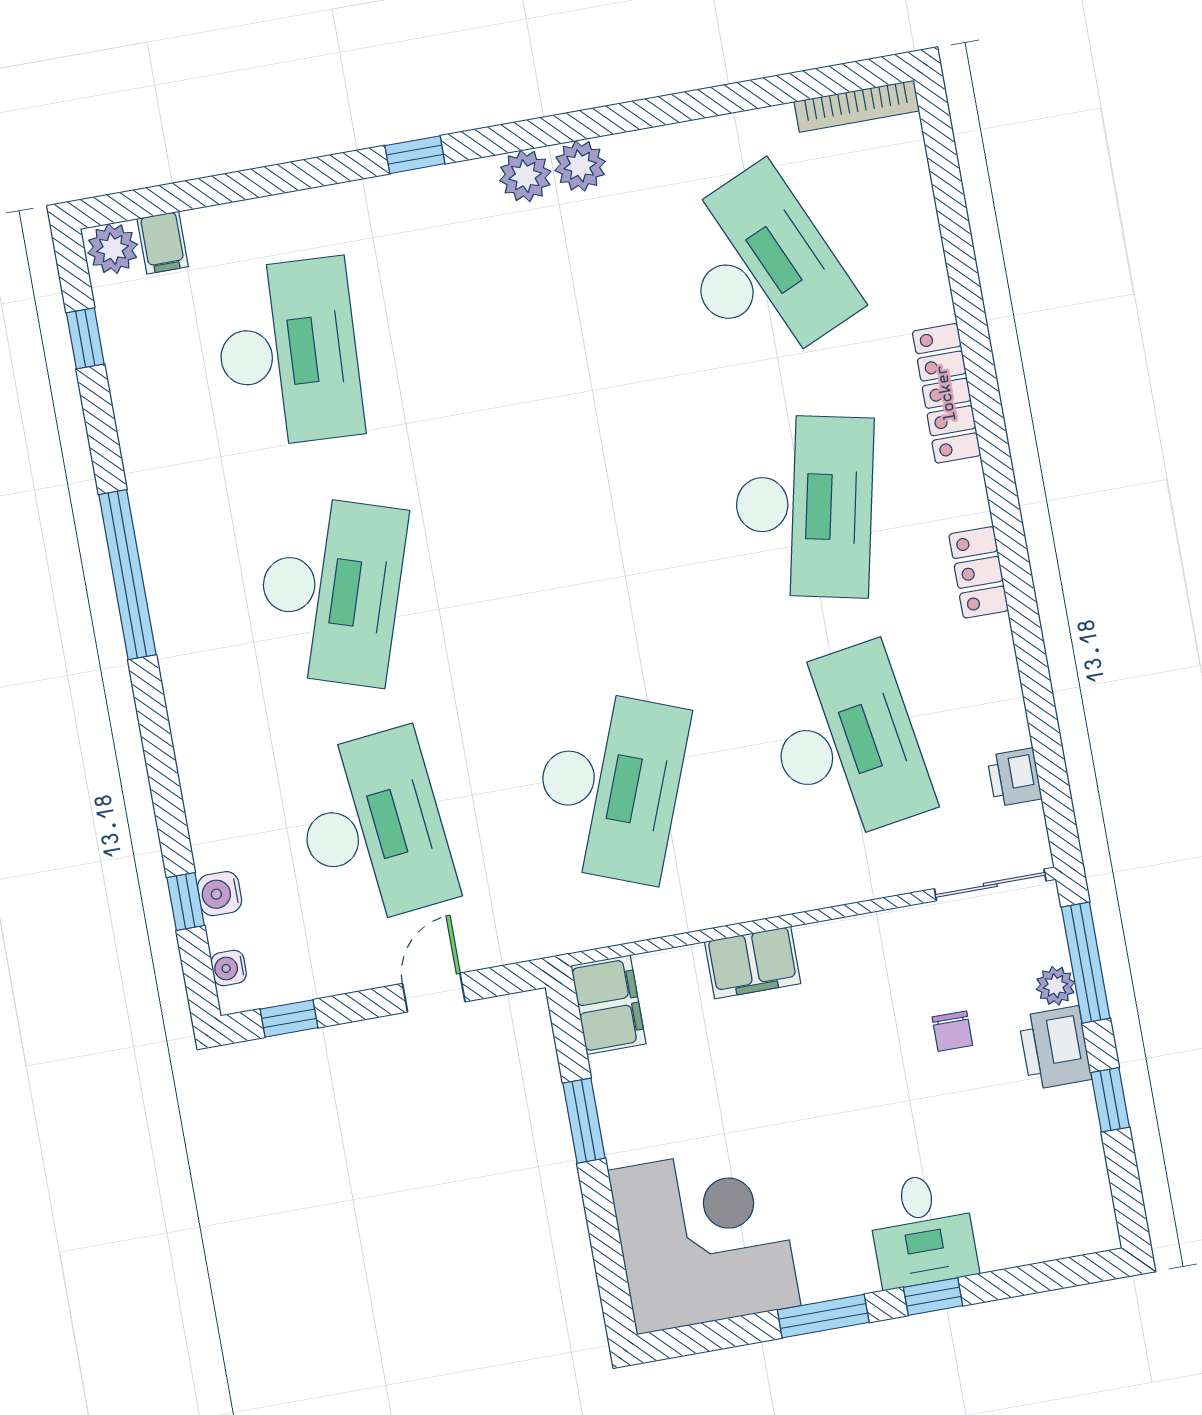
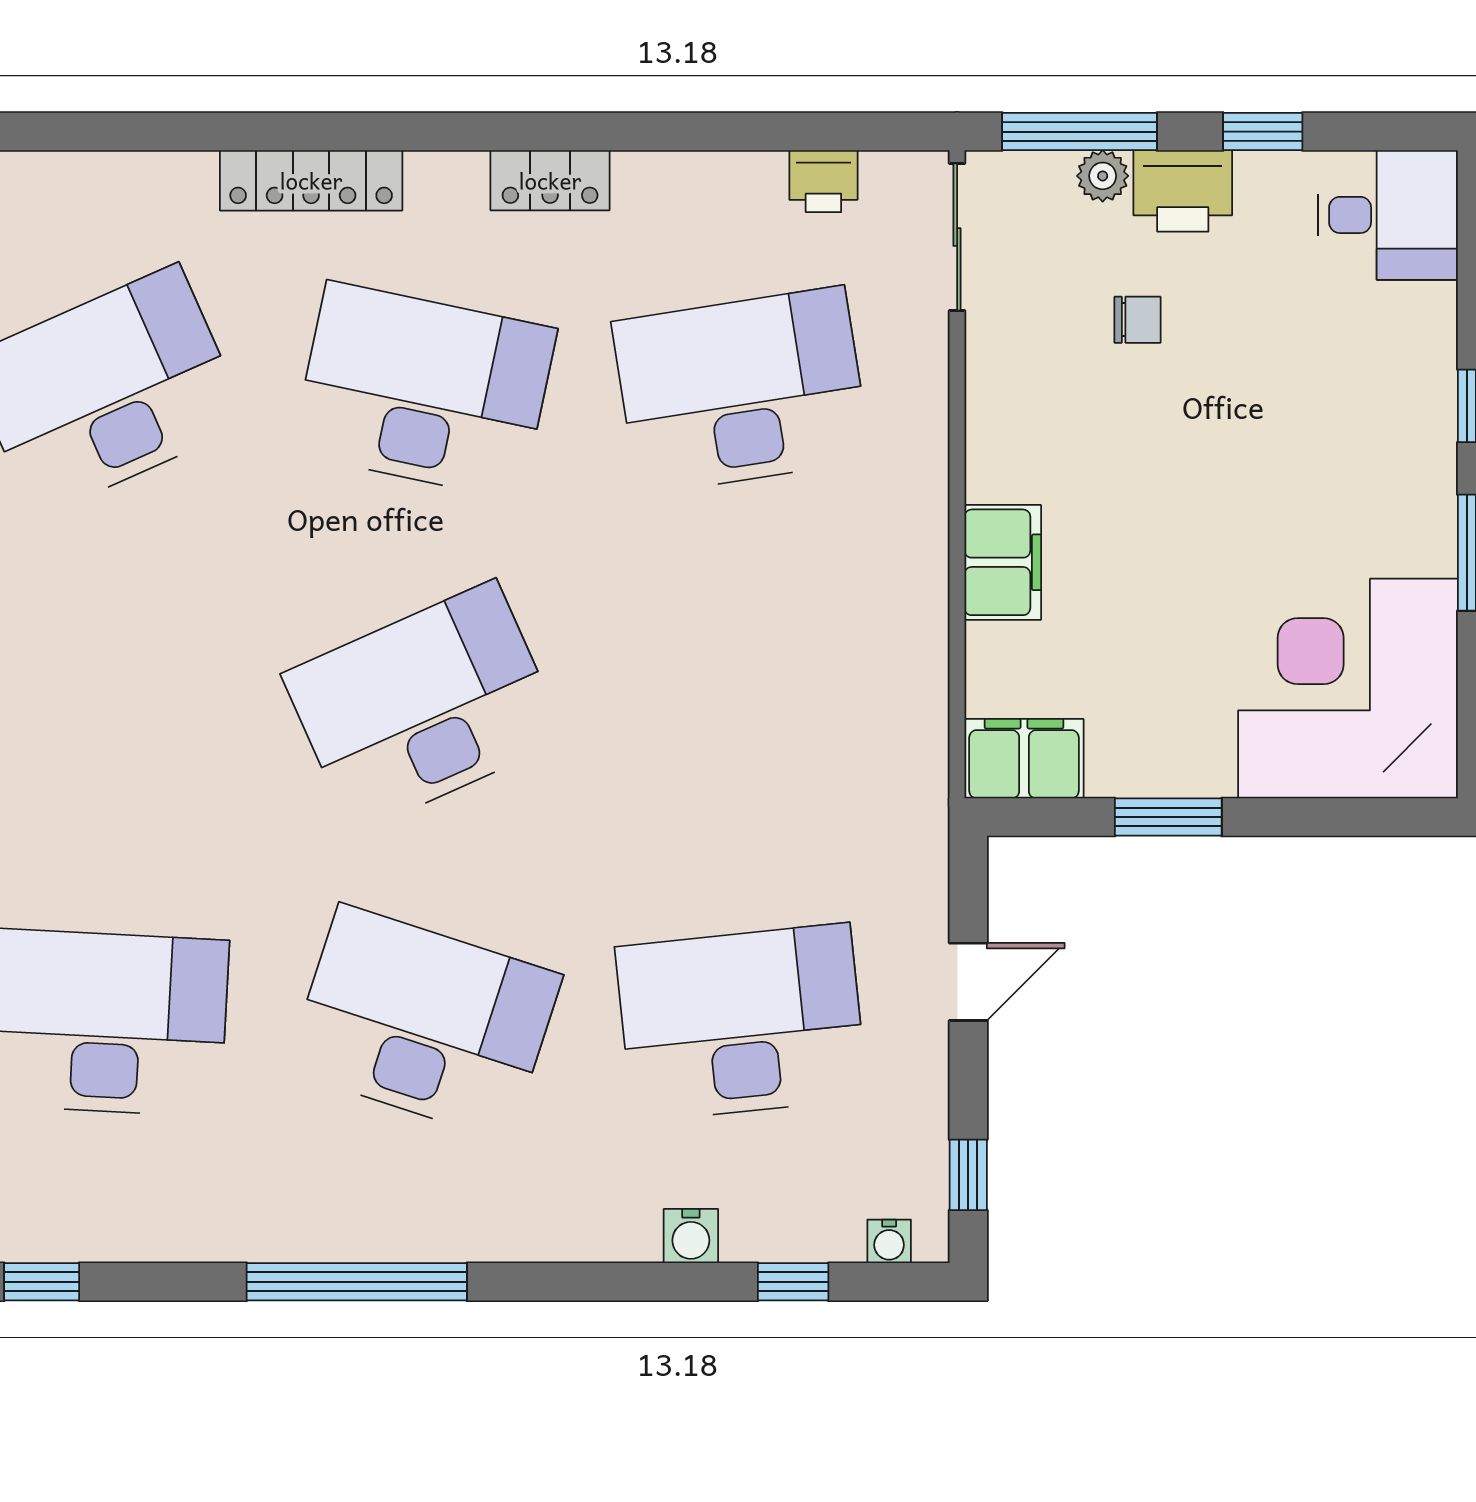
desk: (610, 786) -> (424, 707), moved, turned -45
water cooler: (220, 894) -> (691, 1236), moved
door: (434, 993) -> (968, 982), swing flipped
desk: (922, 1230) -> (1388, 215), moved

